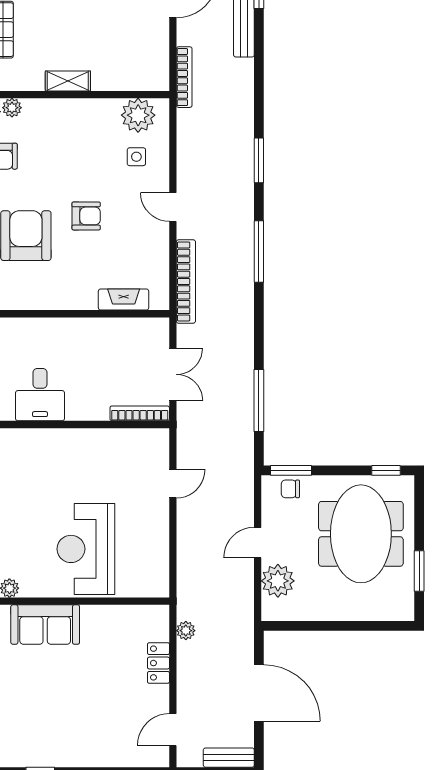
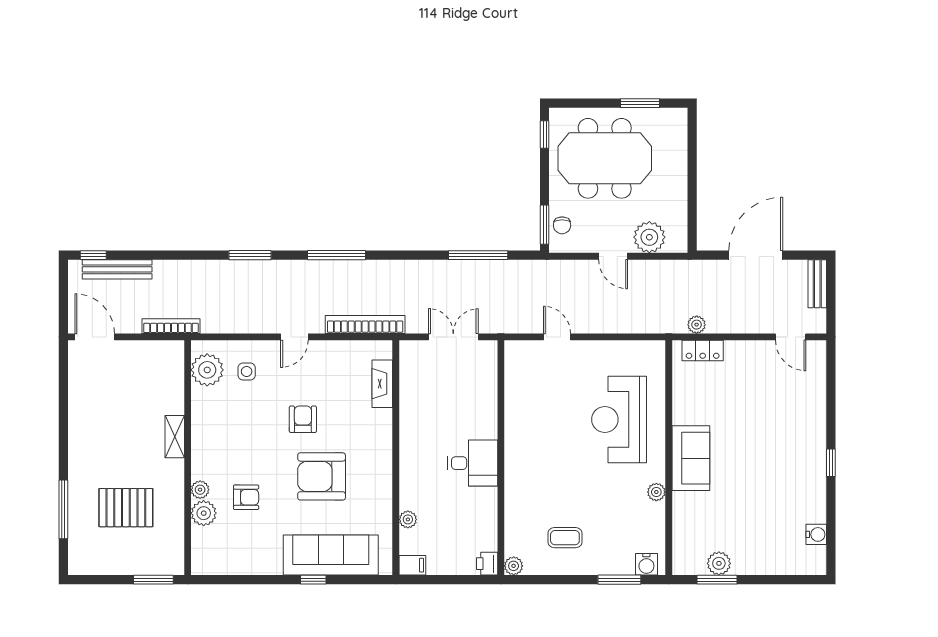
bookcase: (140, 413) -> (490, 368), removed
reception desk: (86, 549) -> (619, 419), turned 90
locker: (158, 663) -> (703, 351), moved

